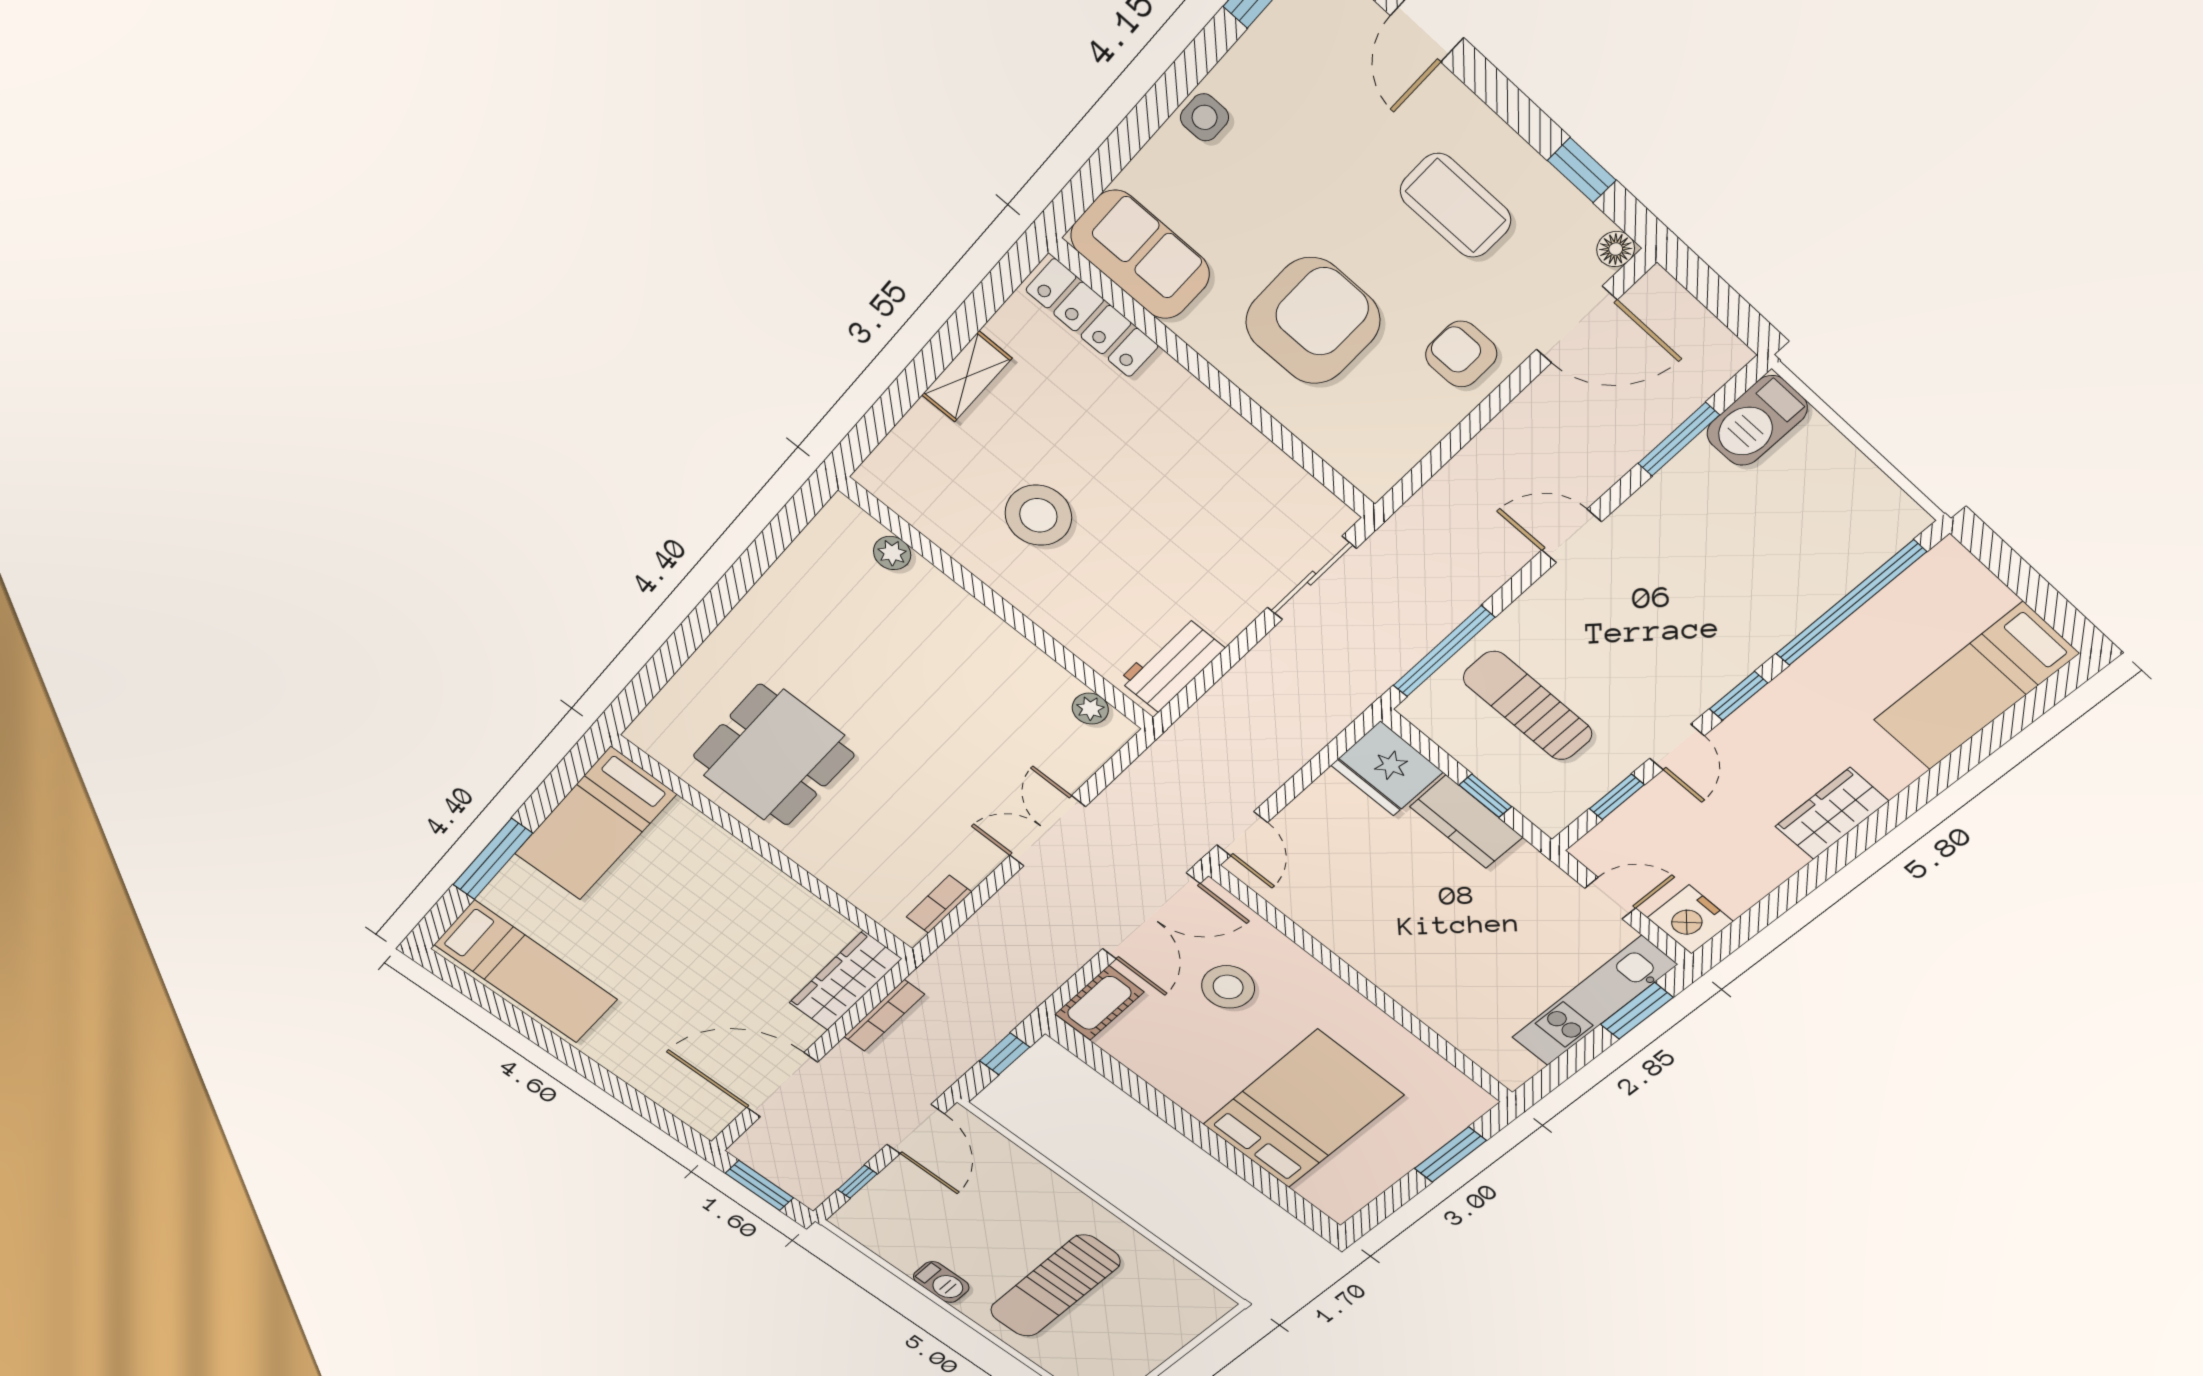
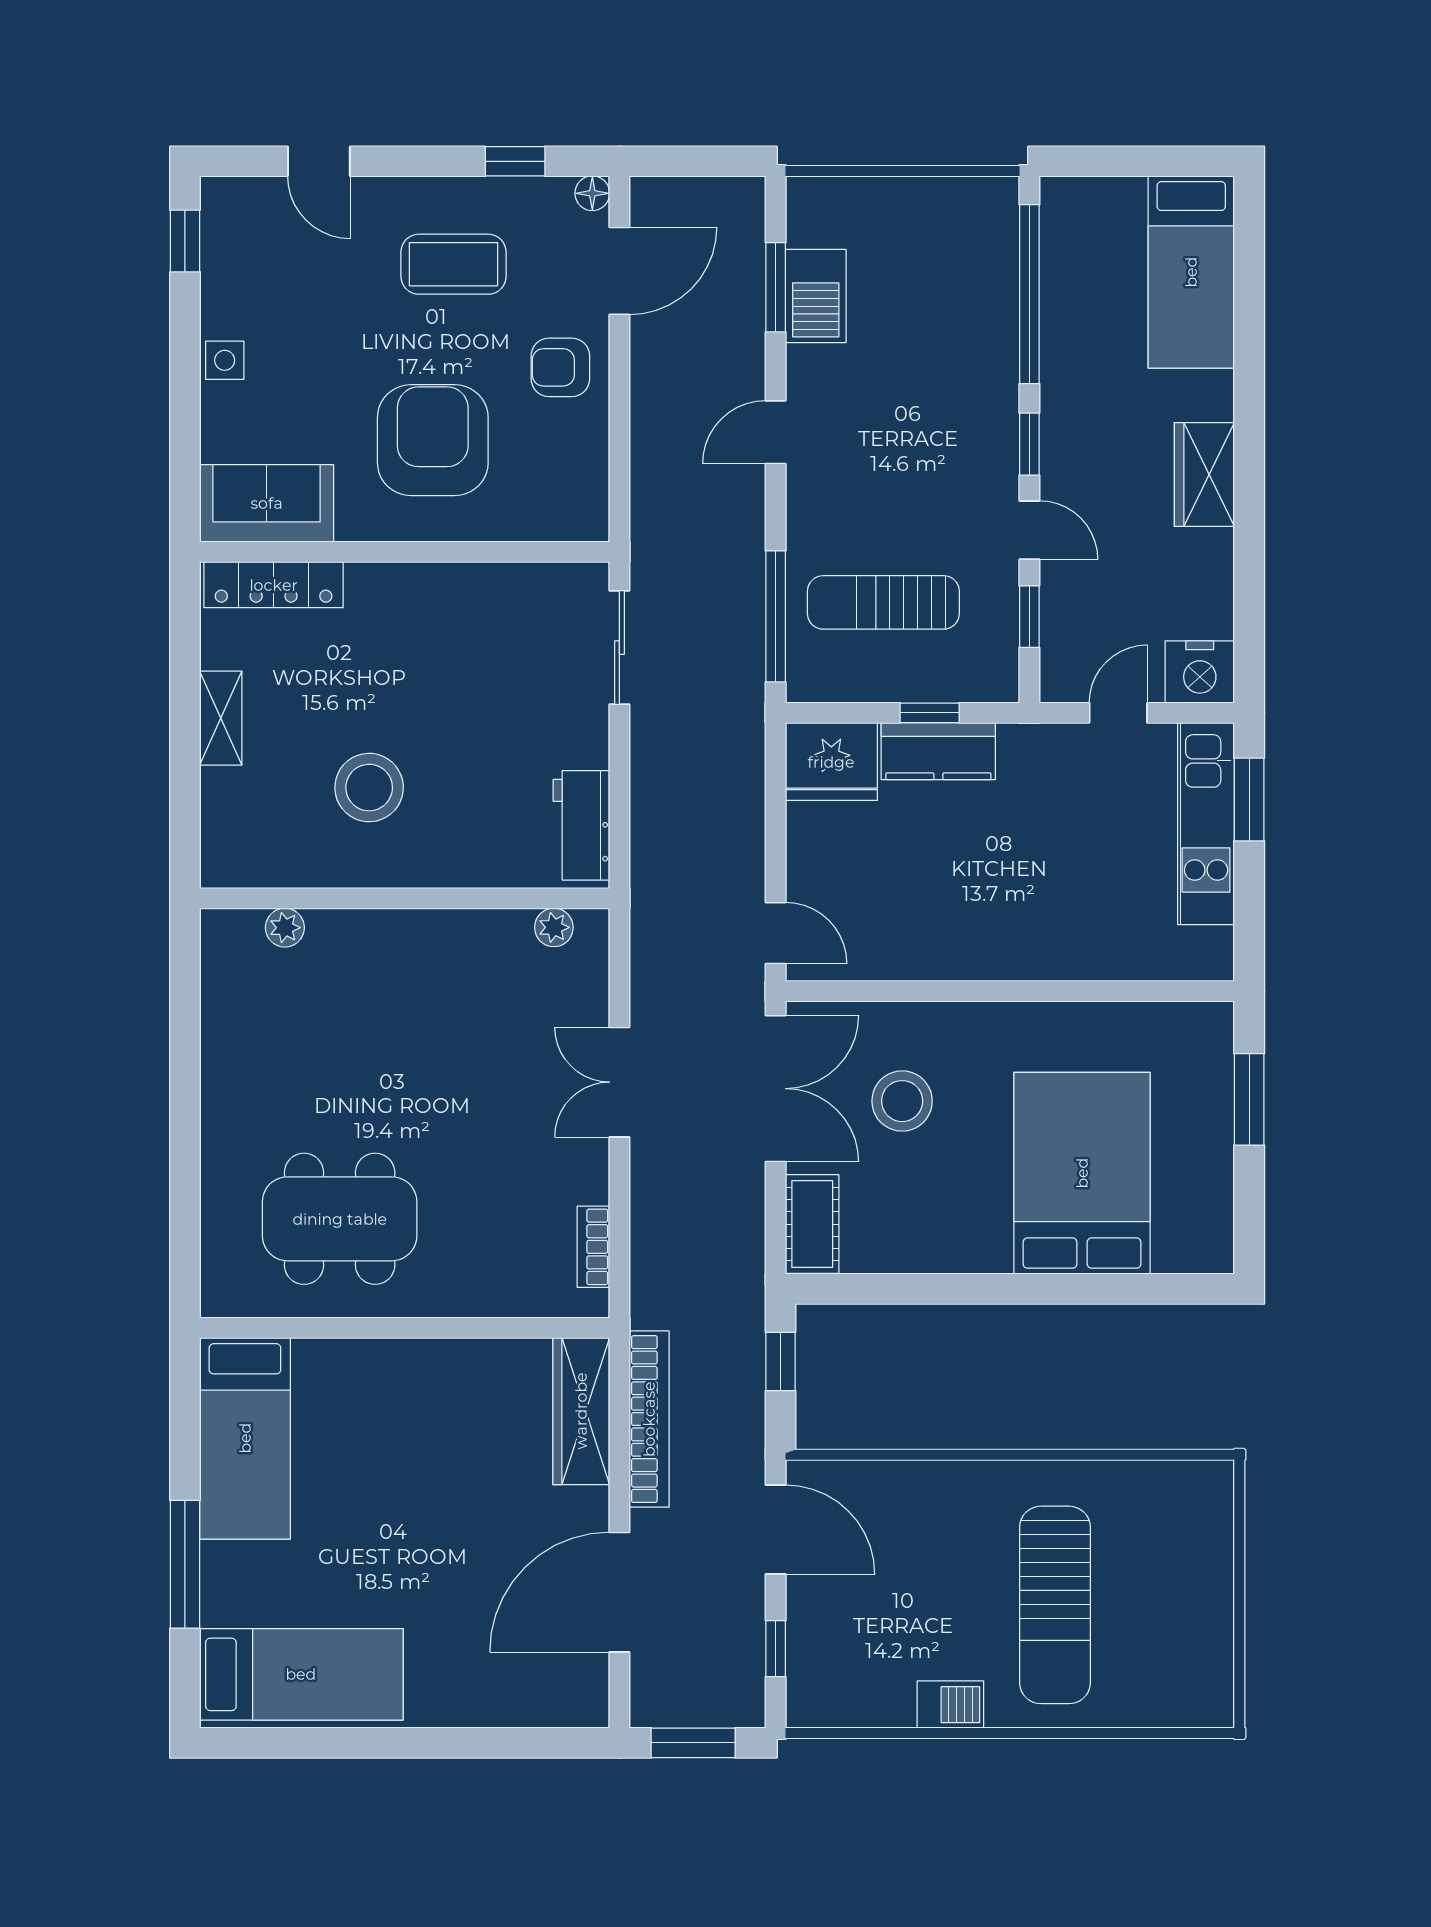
barbecue: (1757, 421) -> (816, 296), moved
dining table: (774, 755) -> (340, 1219), turned 90
bookcase: (884, 1016) -> (649, 1419), width x1.48, depth x1.31

